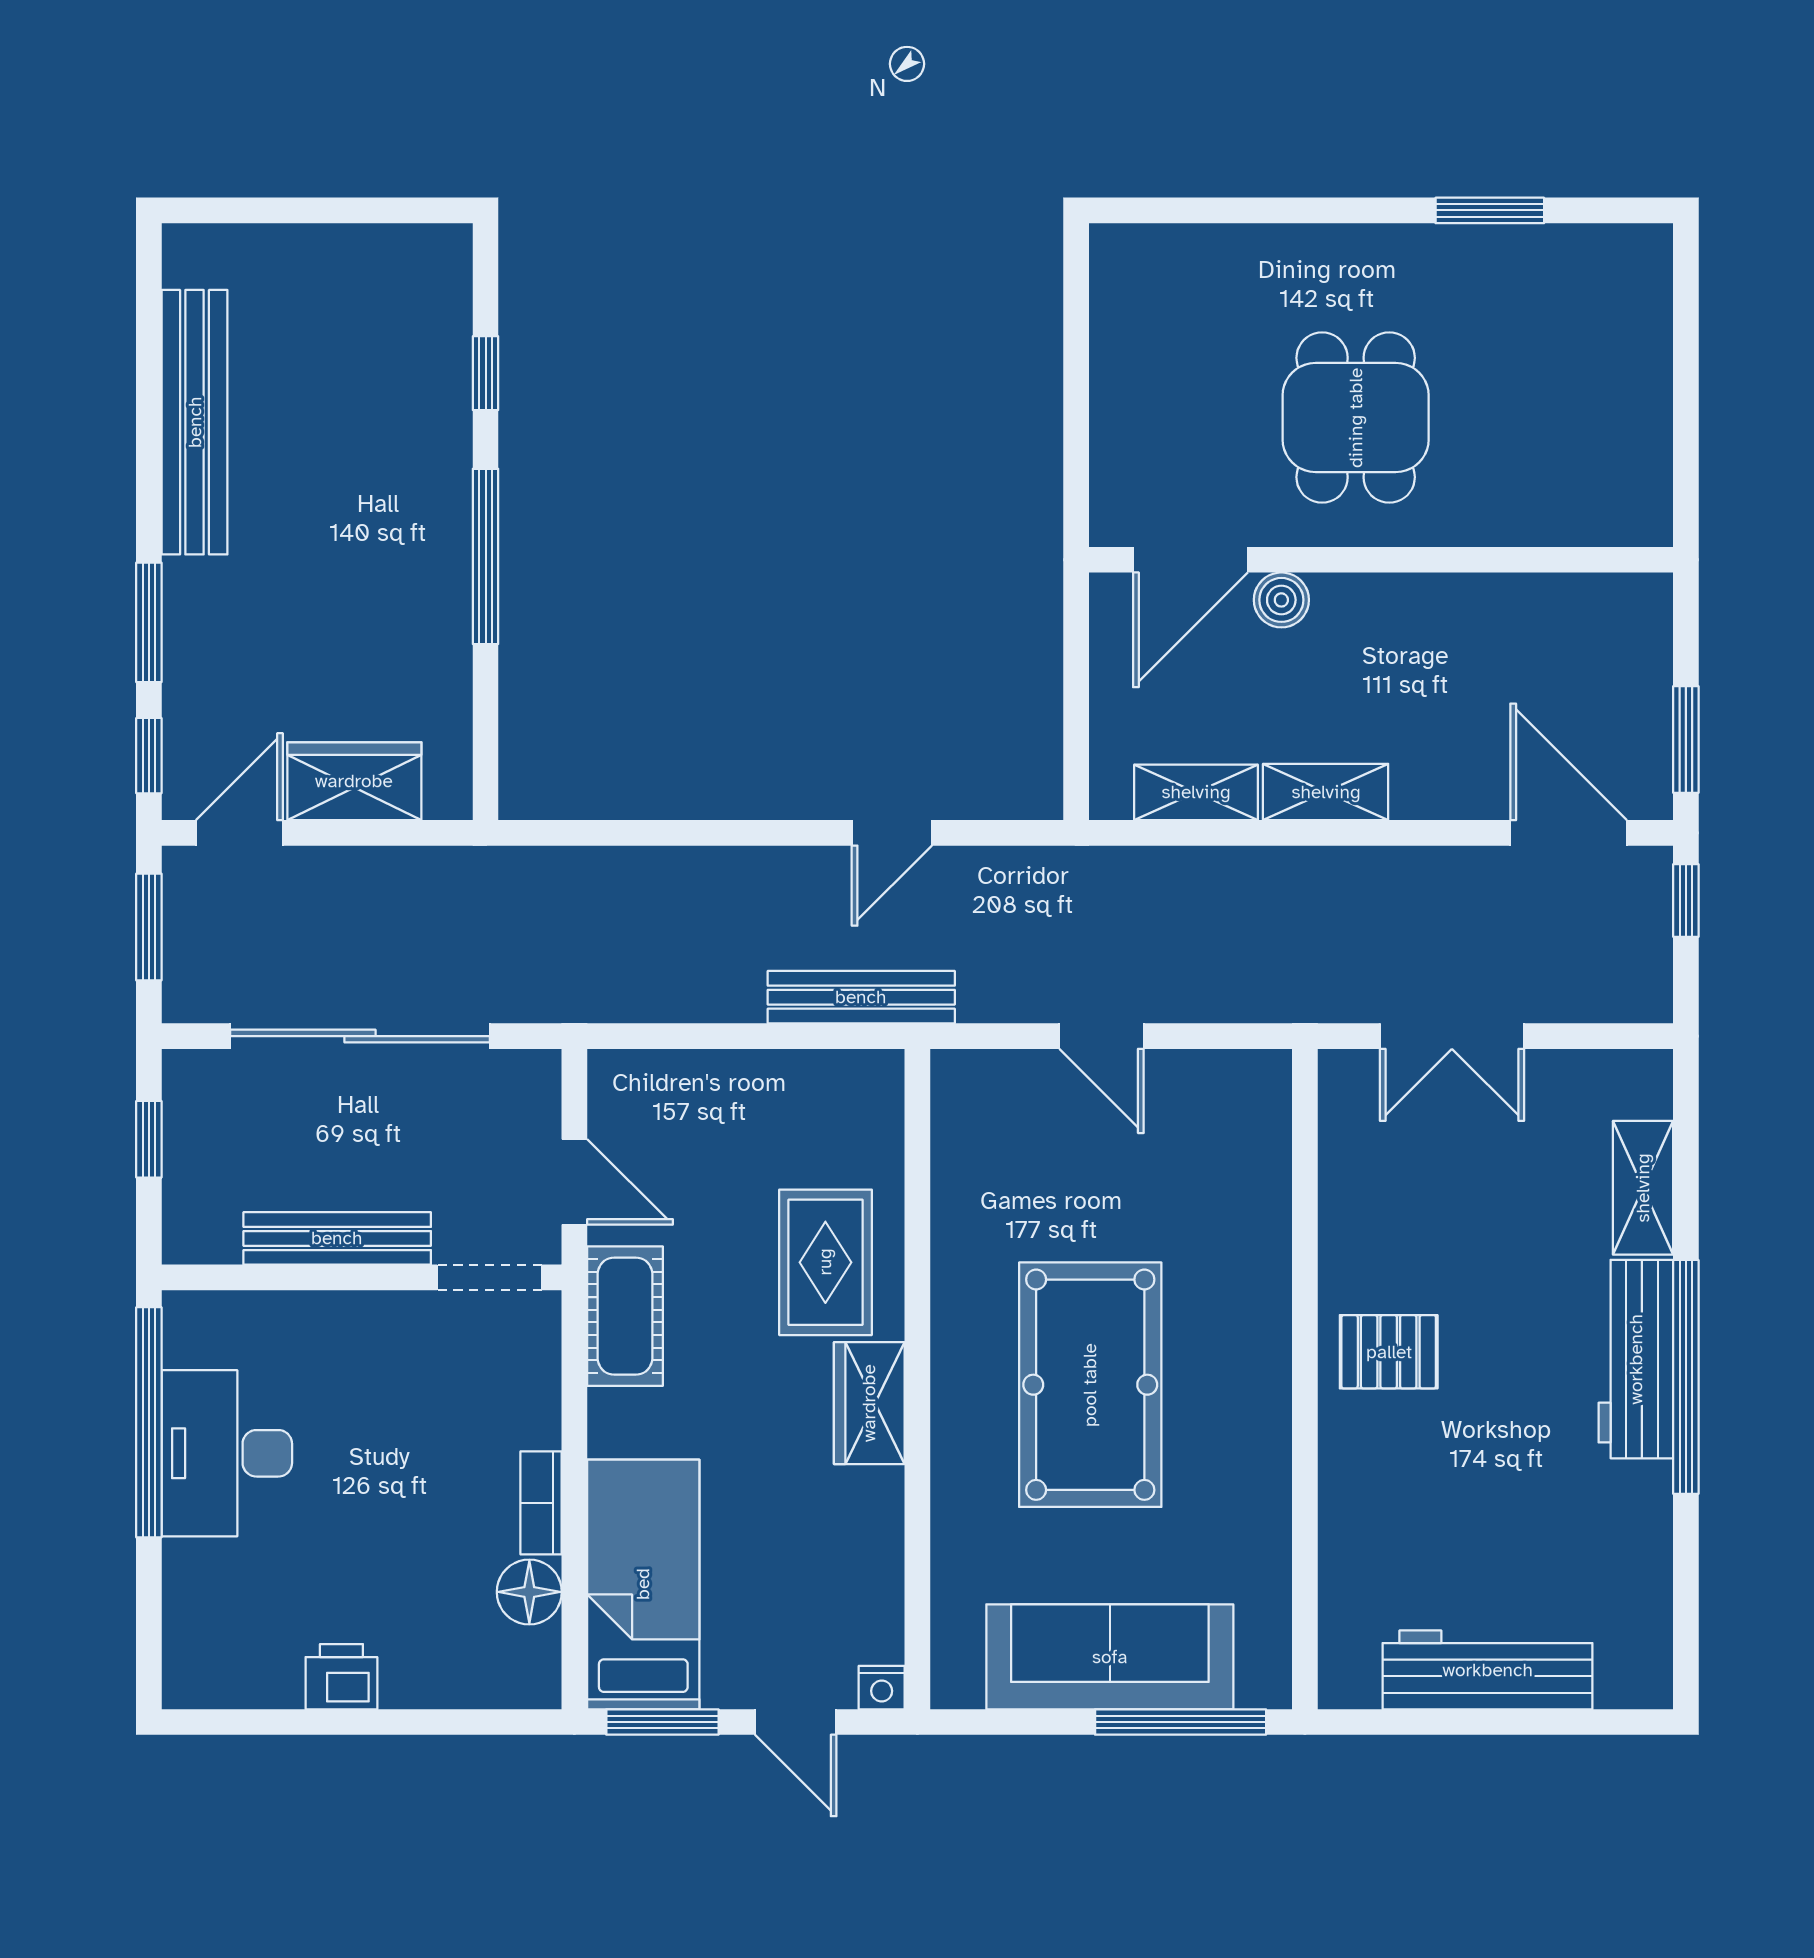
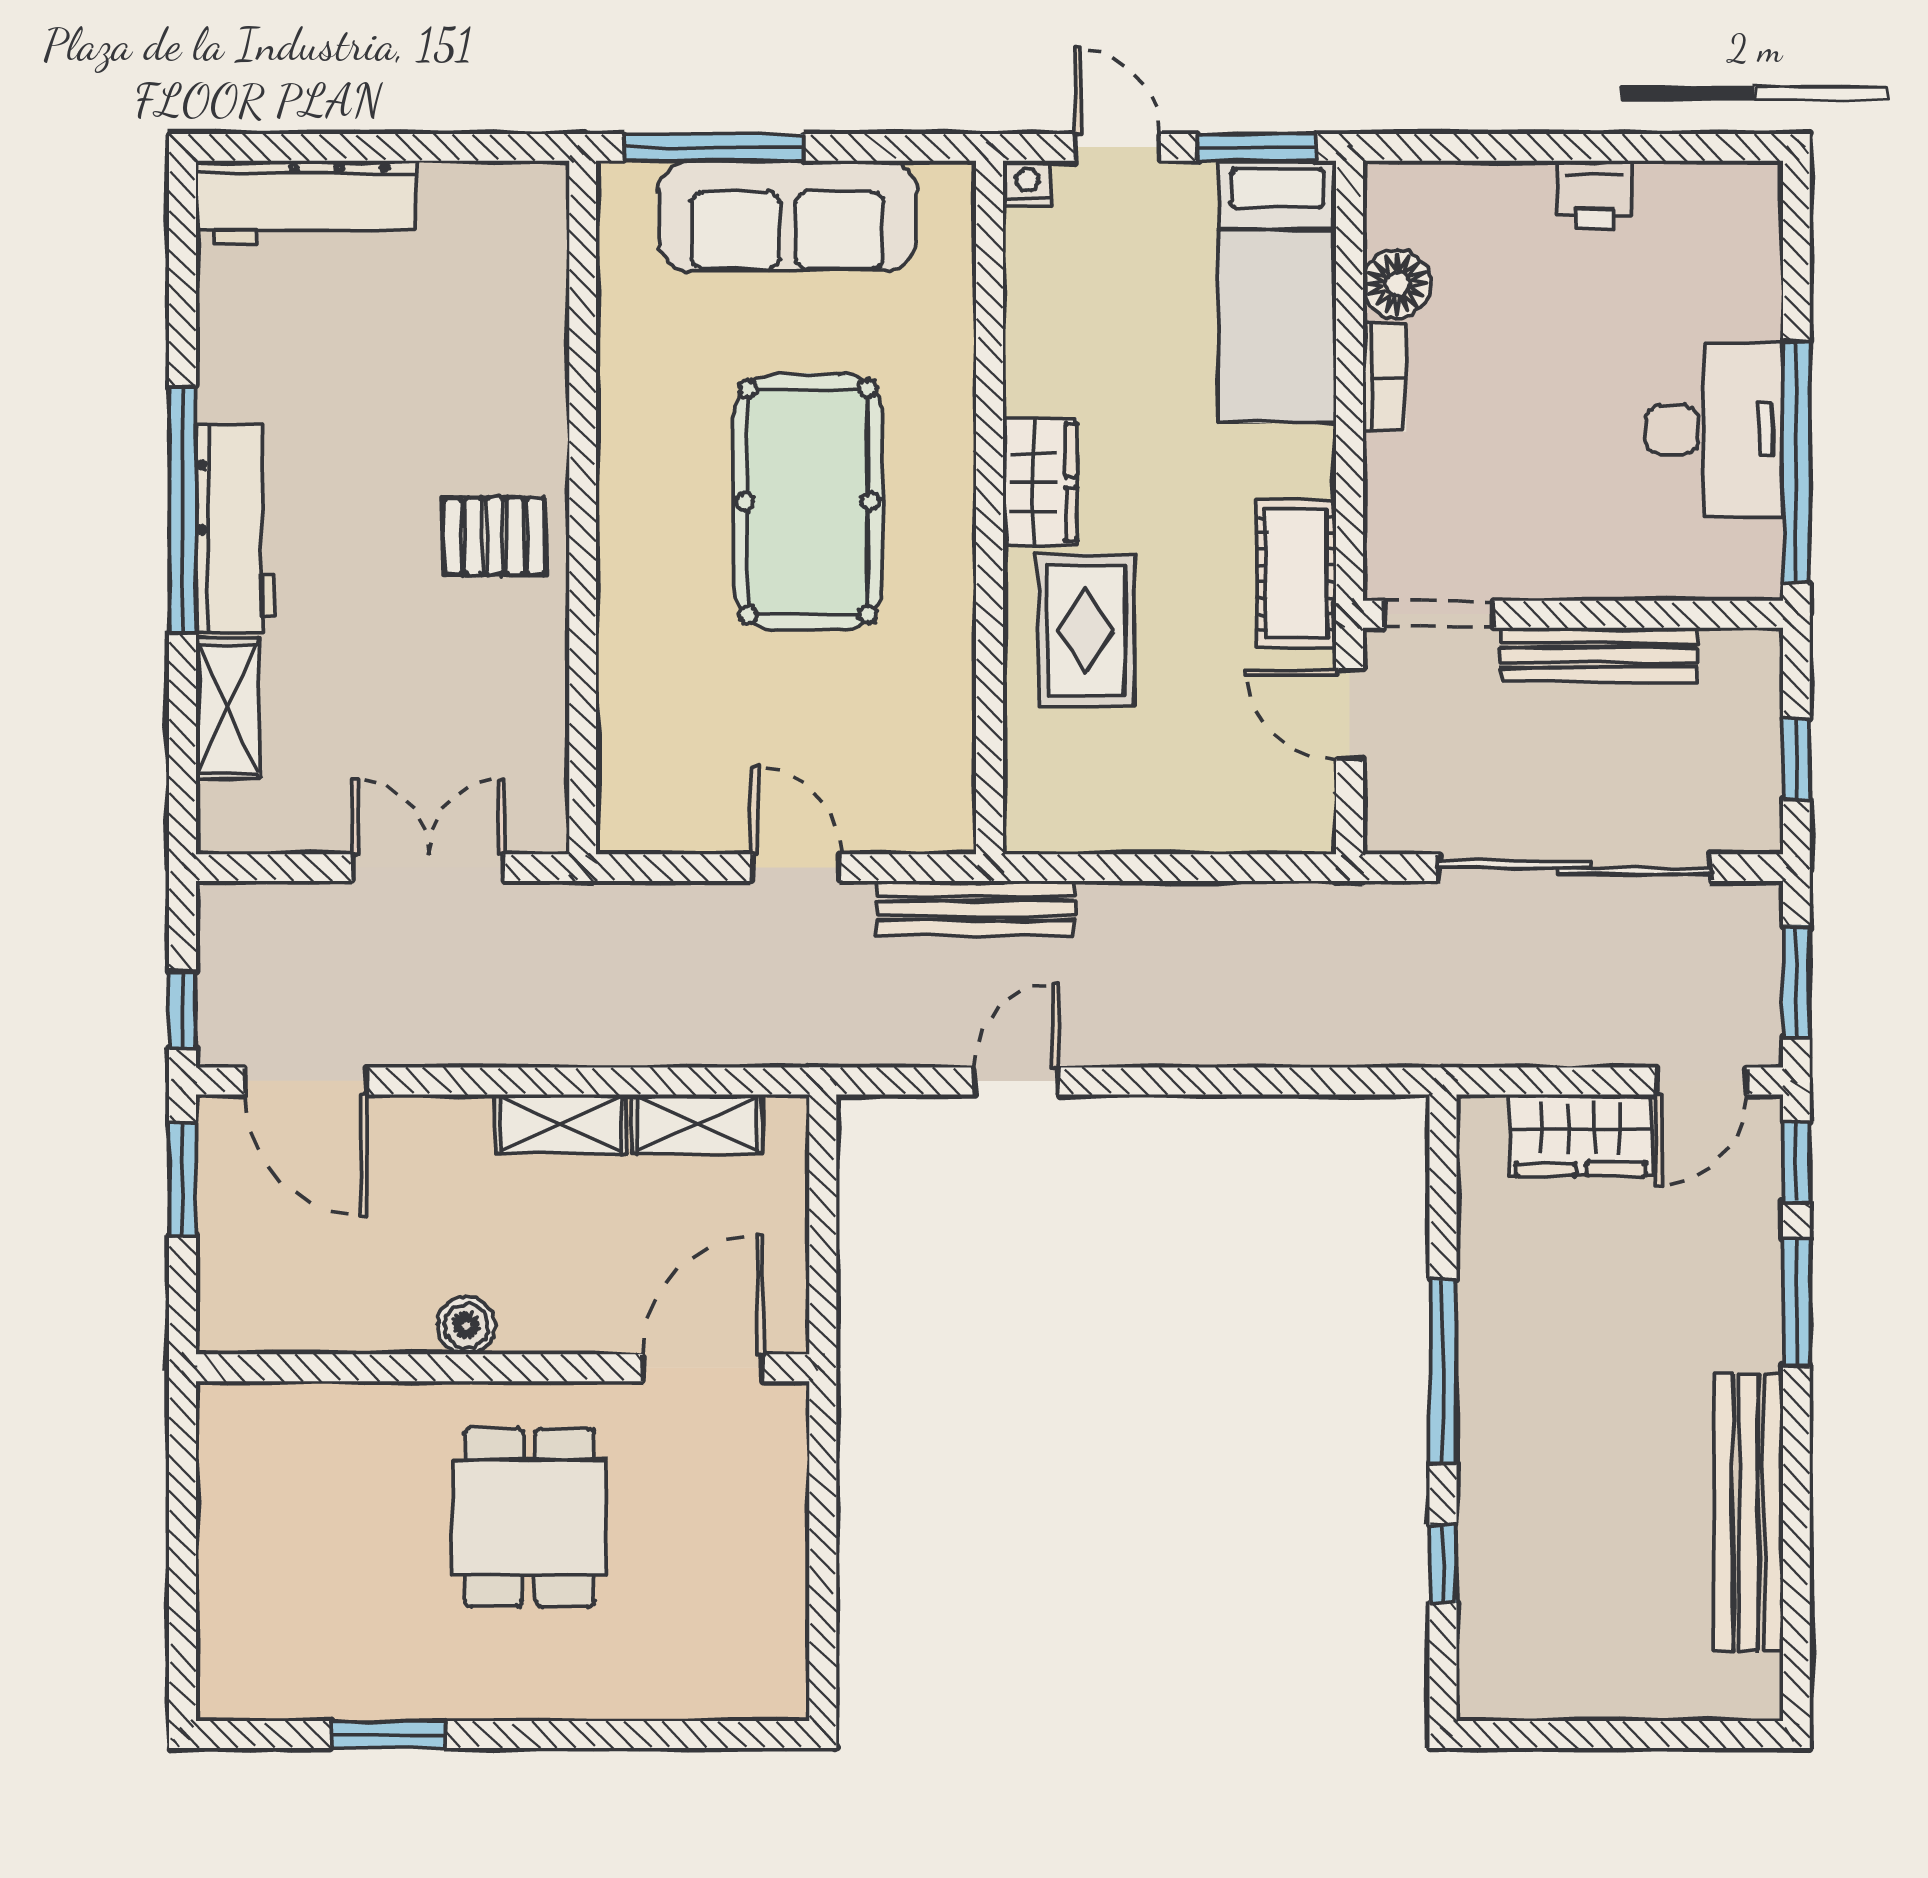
boiler: (1281, 600) -> (466, 1326), moved
bench: (861, 997) -> (976, 908), moved
workbench: (1488, 1670) -> (306, 202), moved

